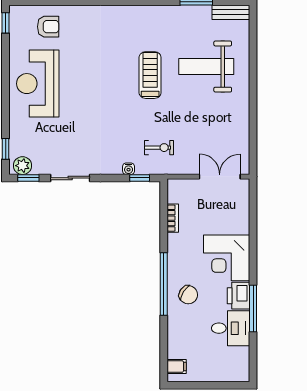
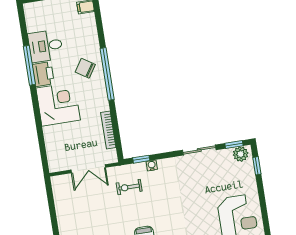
double door: (220, 177) -> (88, 169), moved
bookcase: (173, 218) -> (108, 130), width x1.56

